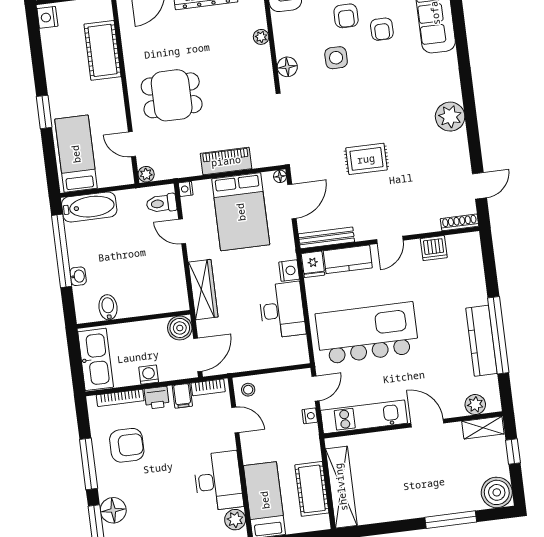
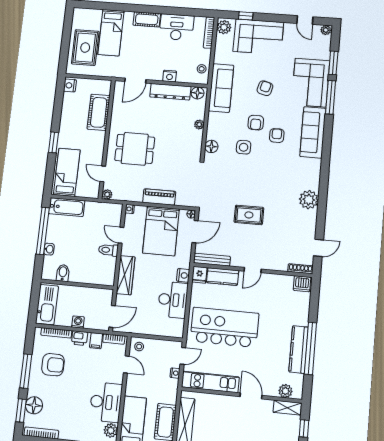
armchair: (382, 29) -> (277, 136), turned 180
toilet: (161, 203) -> (108, 250), moved
dishwasher: (434, 248) -> (302, 284), moved
boiler: (180, 328) -> (105, 296), removed

